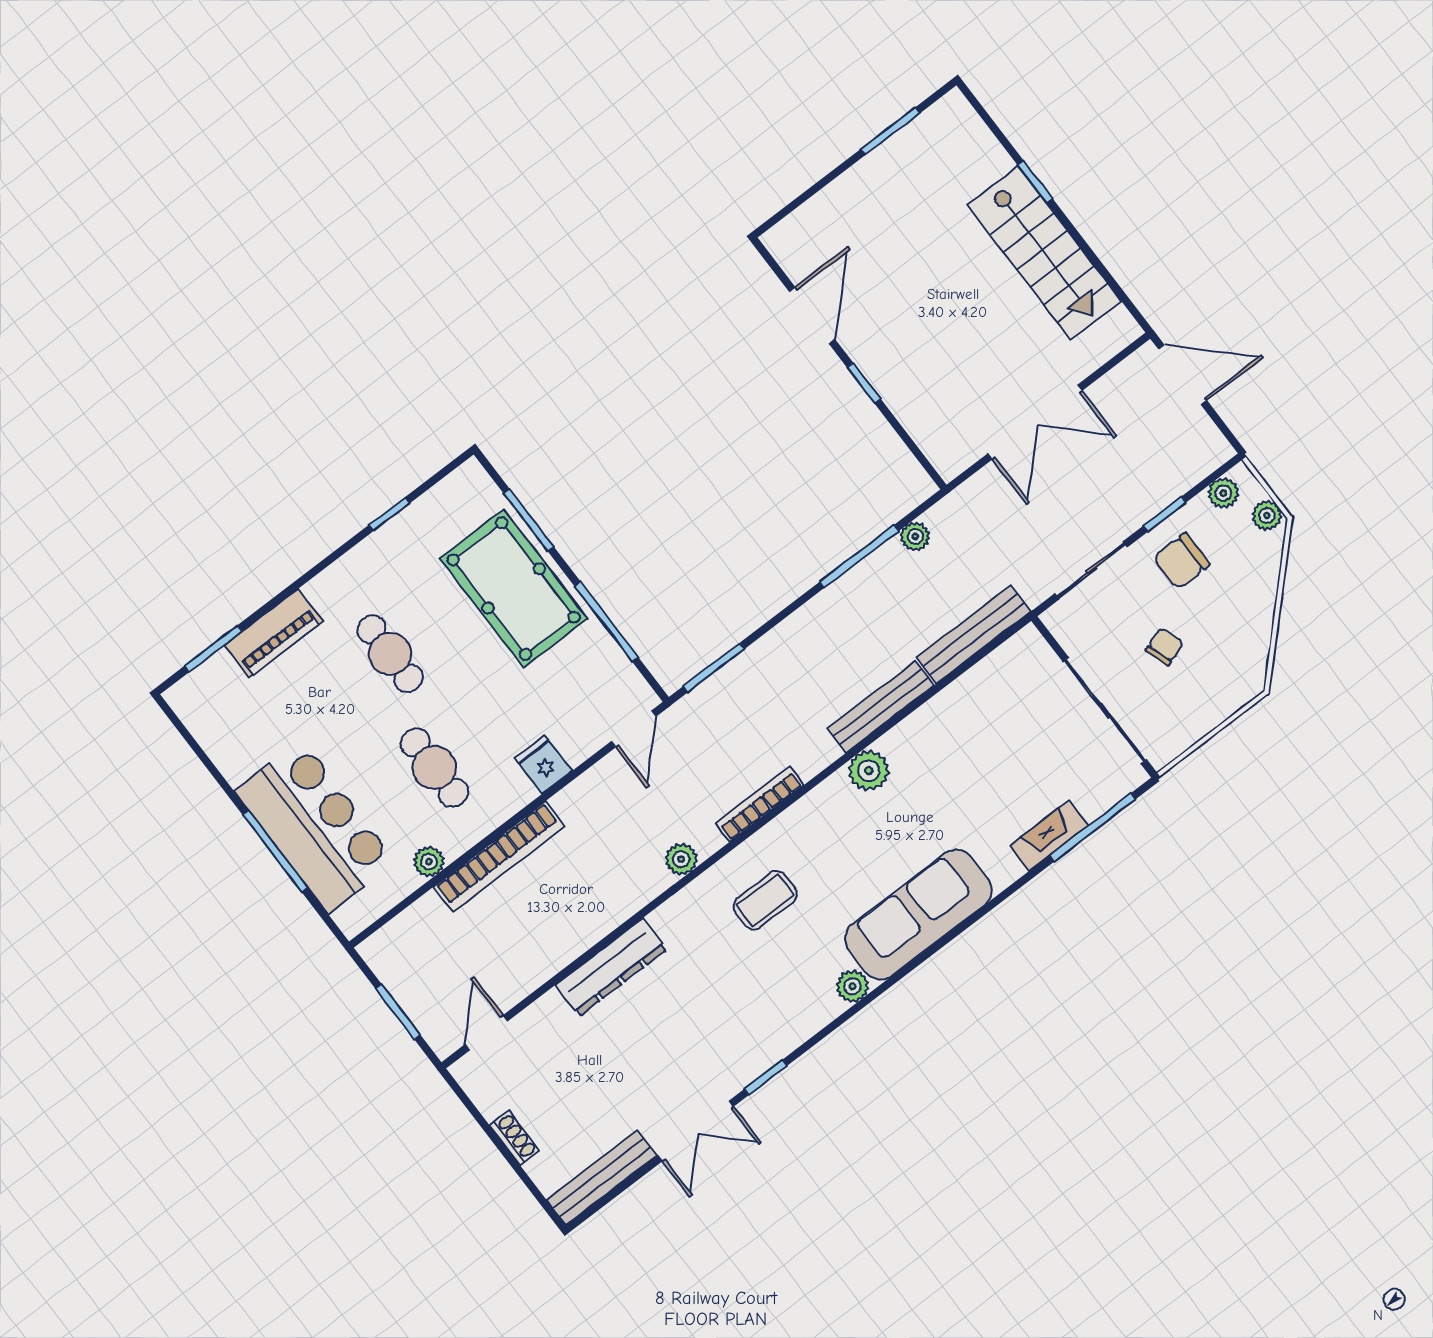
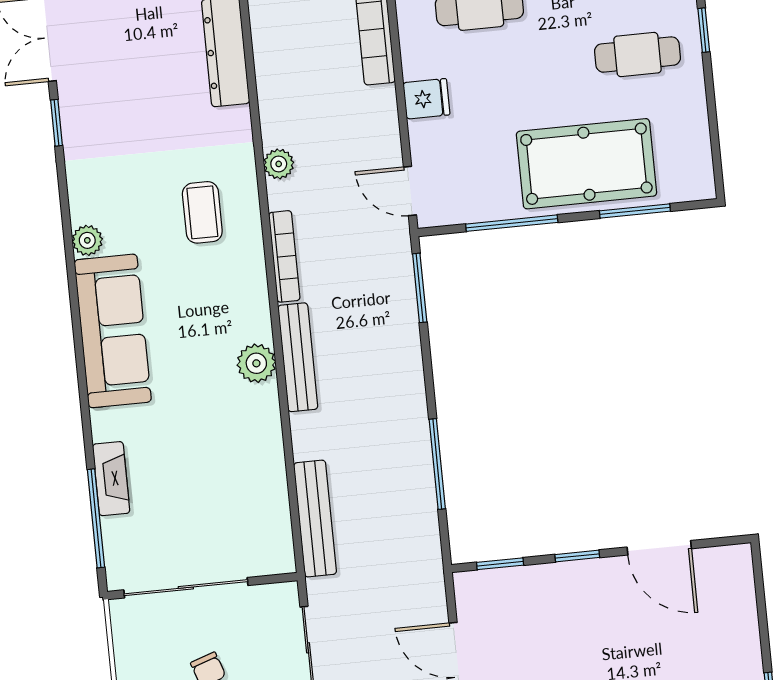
window: (913, 447) -> (500, 564), added
window: (389, 514) -> (704, 30), moved
plant: (915, 536) -> (425, 520), removed
cafe table: (390, 654) -> (637, 55), moved
bench: (881, 707) -> (298, 357), moved

